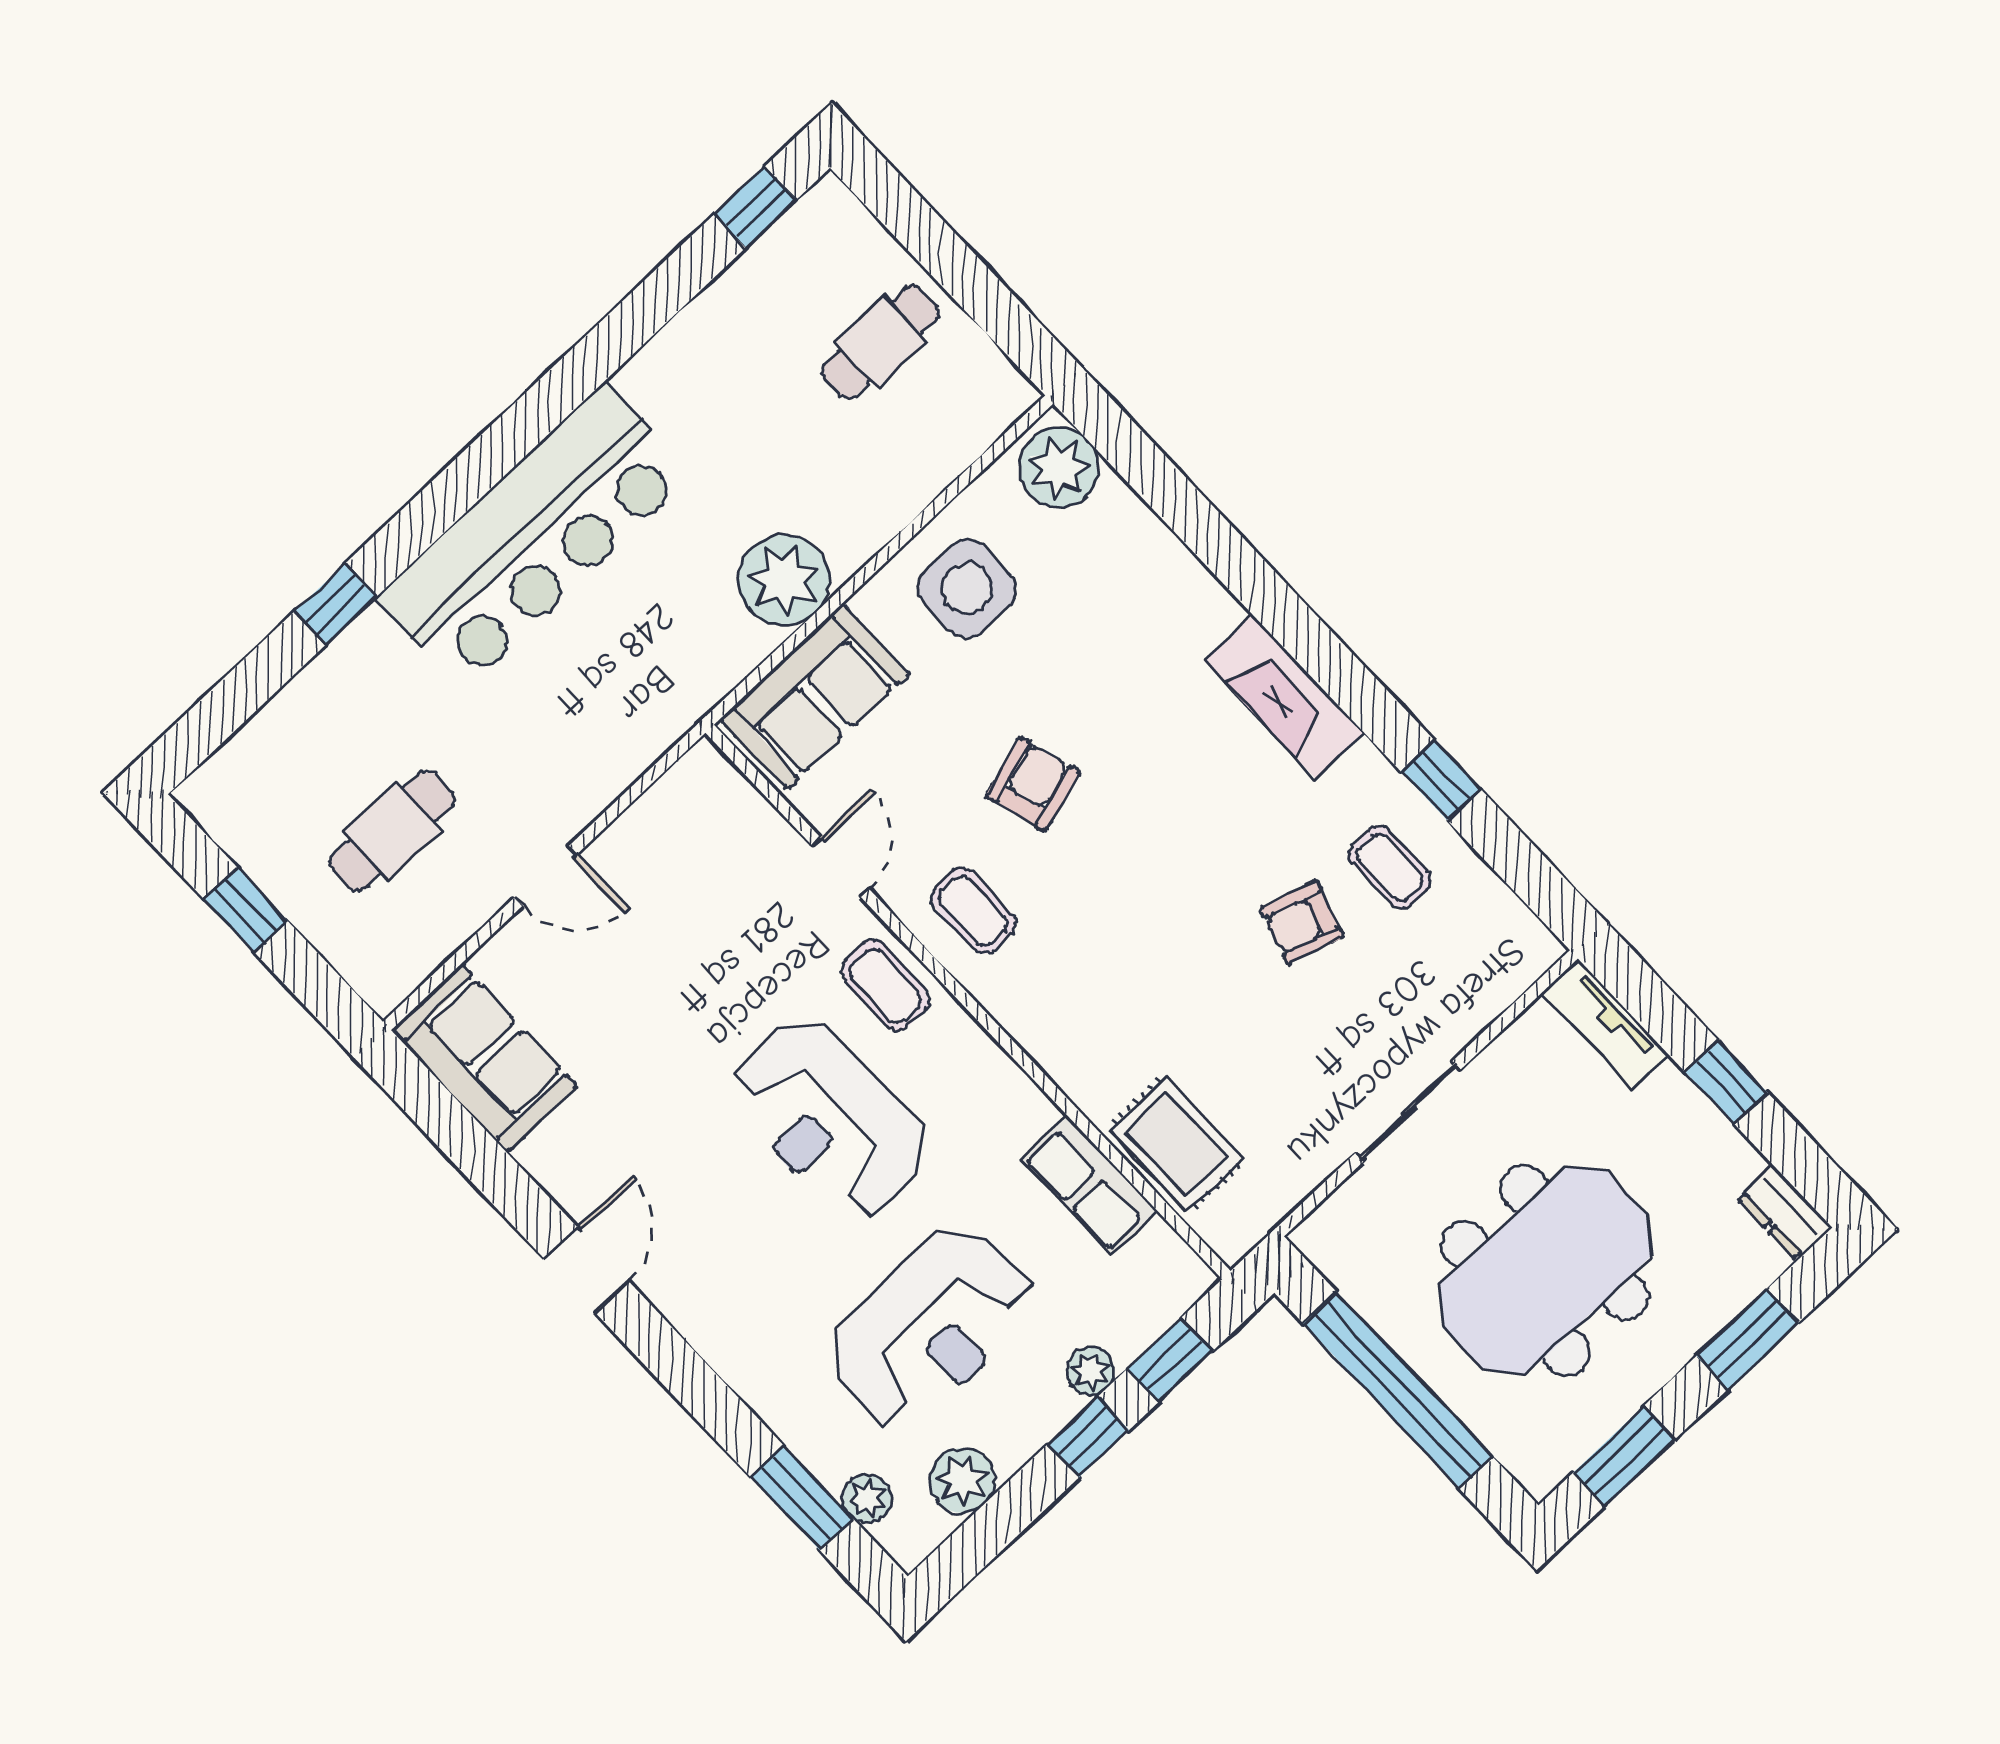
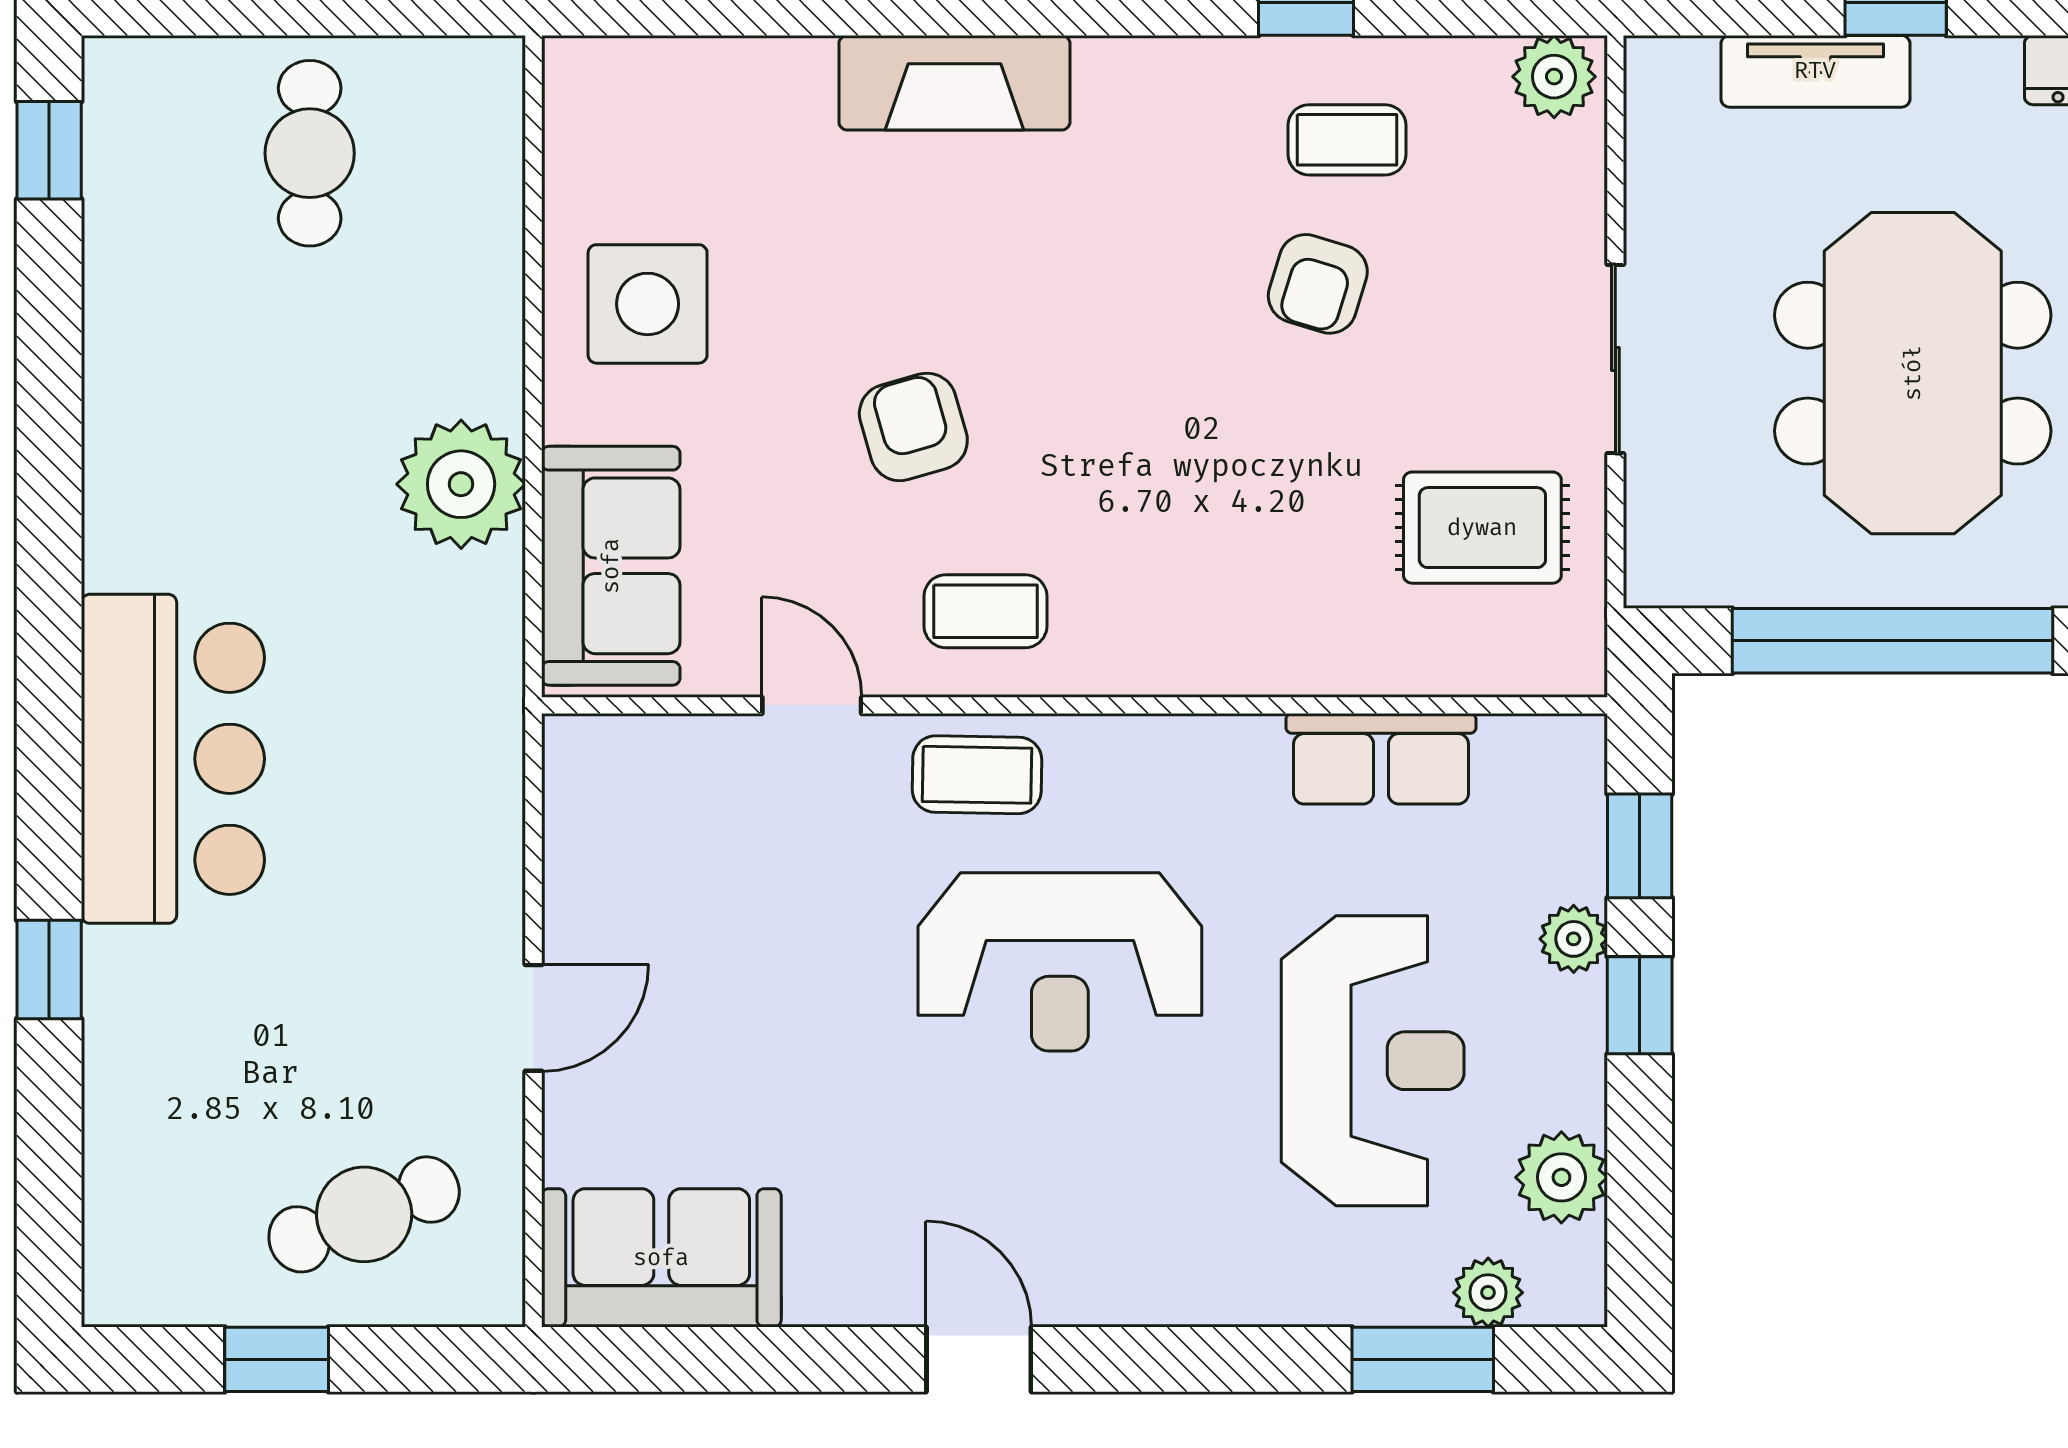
plant: (1059, 468) -> (1554, 77), moved, width x0.73, depth x0.73
bar counter: (534, 536) -> (173, 759), width x0.73
fireplace: (1284, 697) -> (954, 83), moved
cafe table: (392, 831) -> (364, 1214), moved, turned 69
tv unit: (1605, 1024) -> (1815, 71), moved
rug: (1176, 1144) -> (1482, 528), moved

